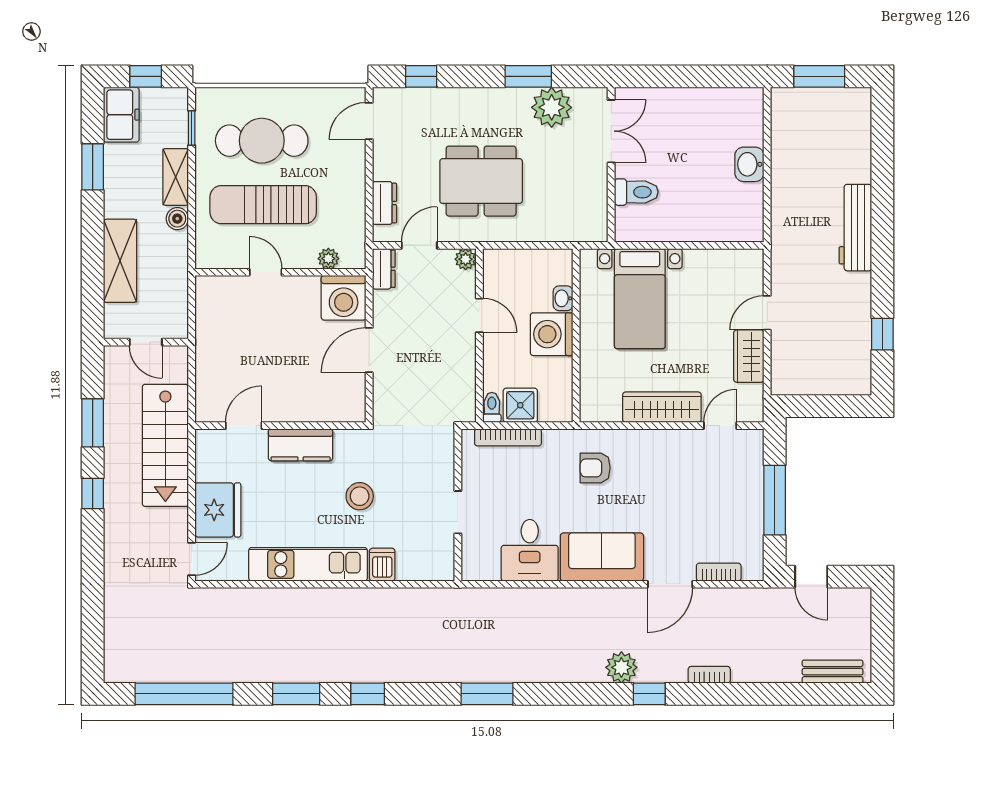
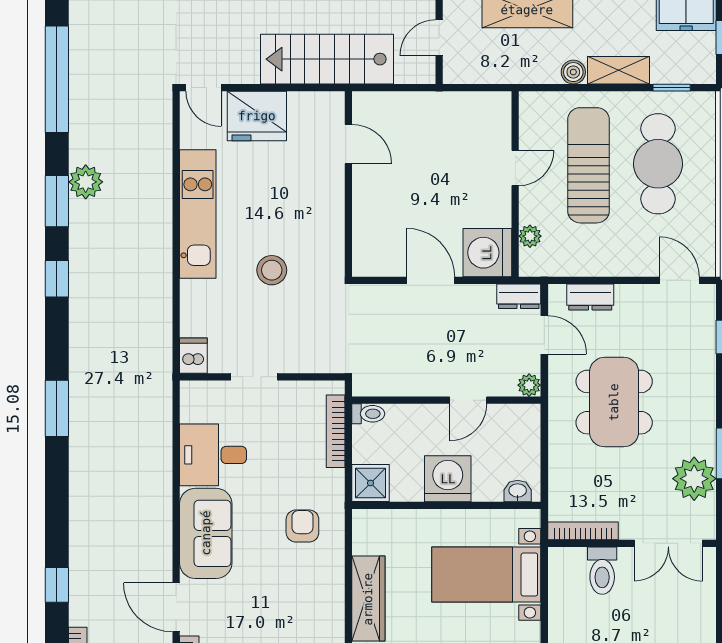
bookcase: (600, 210) -> (583, 531), added
washbasin: (563, 298) -> (518, 491), moved
shower: (520, 405) -> (371, 483), moved
kitchen counter: (301, 445) -> (328, 206), removed
dishwasher: (382, 565) -> (193, 356), moved, turned -90
plant: (621, 667) -> (86, 182), moved

